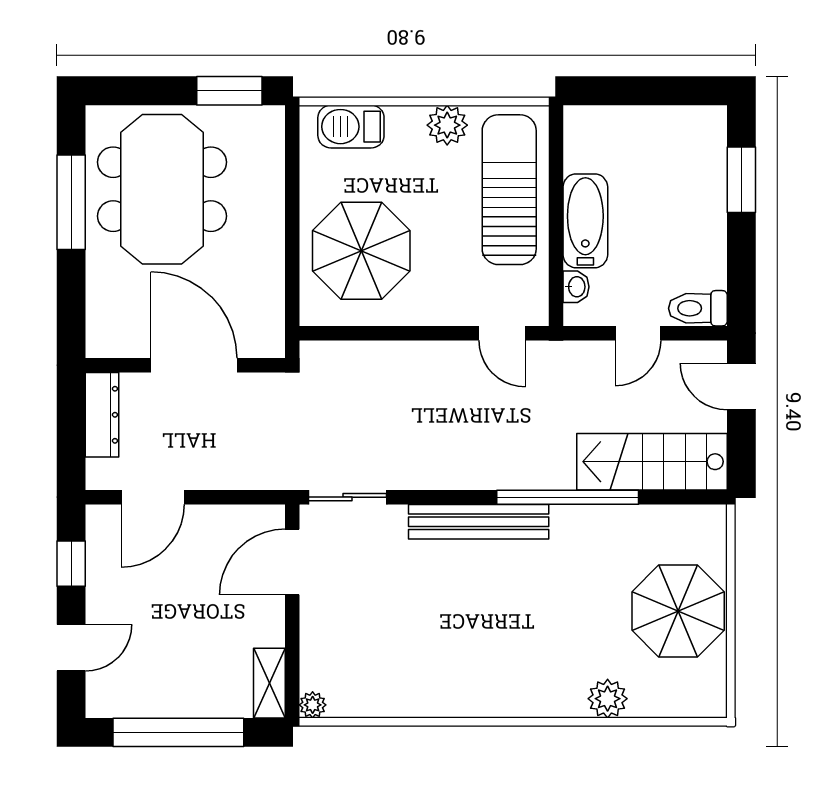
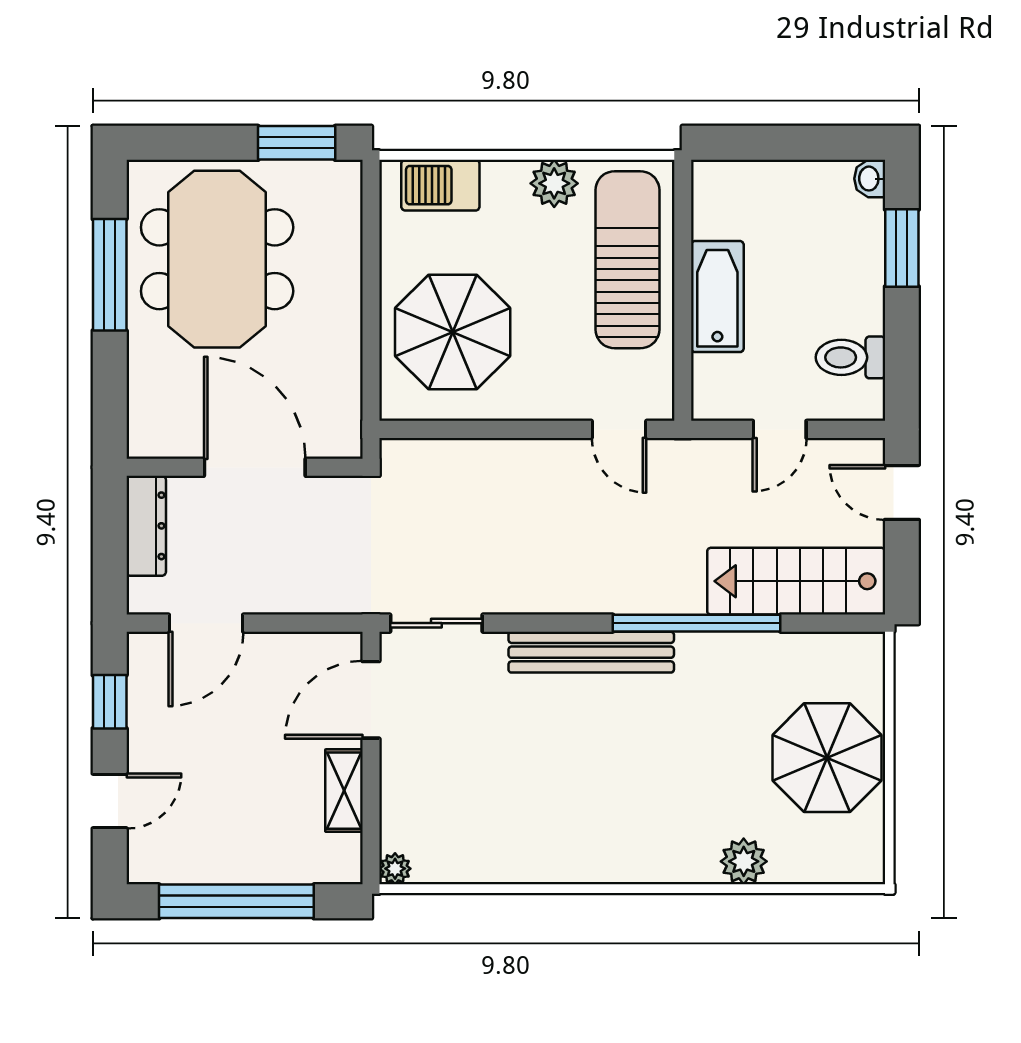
washbasin: (576, 287) -> (870, 179), moved, turned 180
toilet: (698, 308) -> (850, 357), moved
shelving: (269, 683) -> (344, 791), moved

